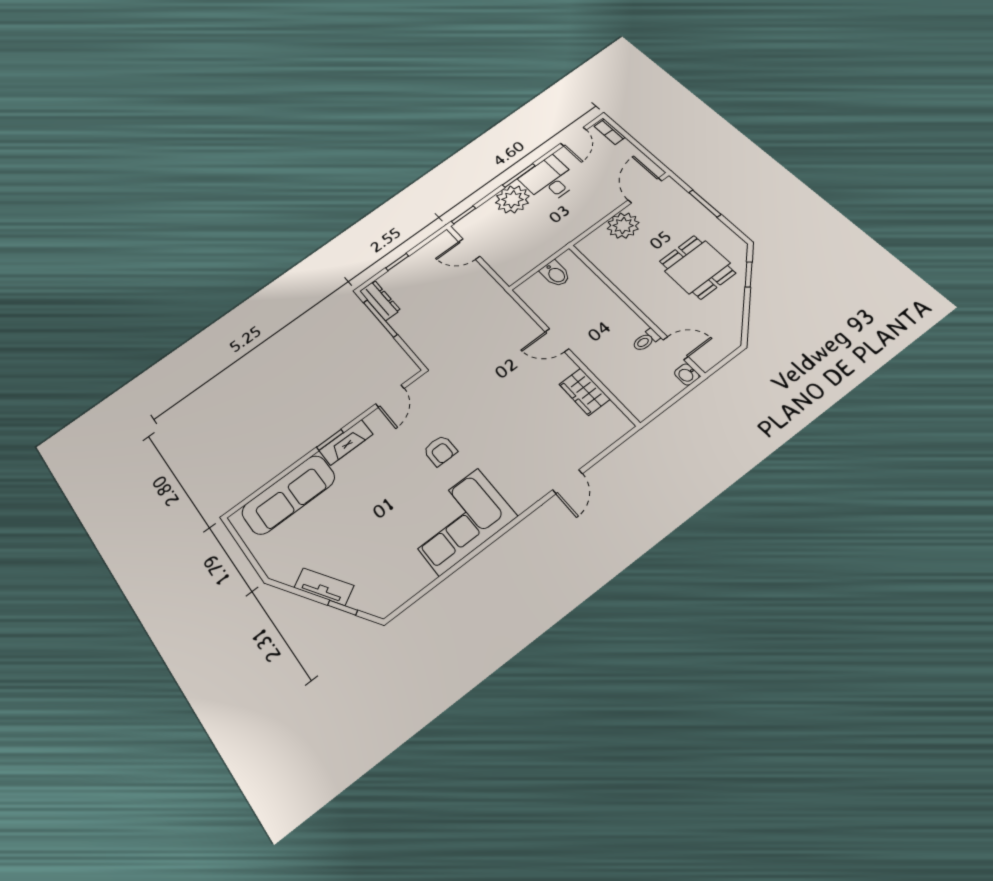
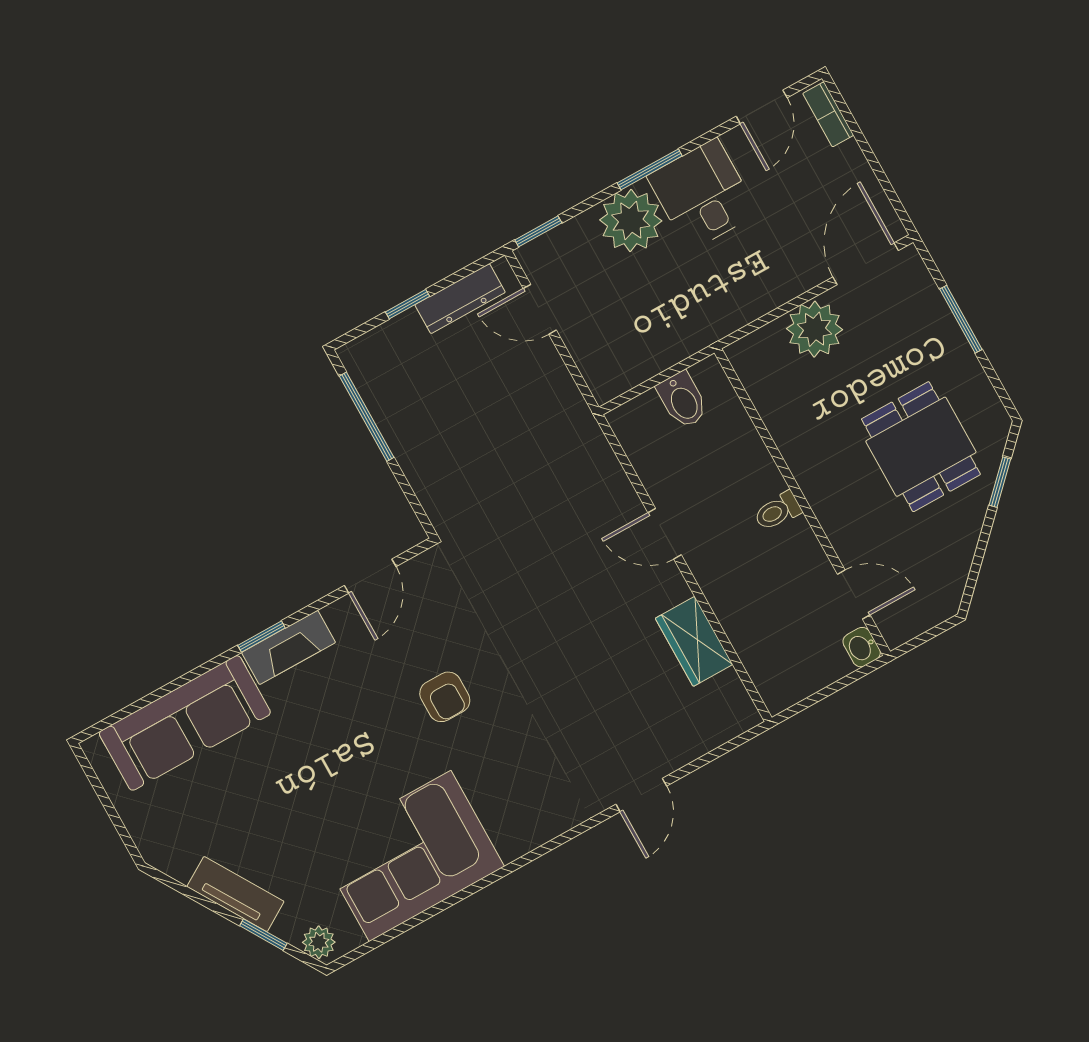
dresser: (380, 300) -> (460, 299), moved, turned 90
toilet: (646, 340) -> (778, 511), moved
corner sofa: (459, 521) -> (410, 856), moved
plant: (377, 606) -> (319, 942), added

